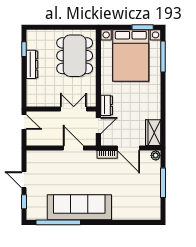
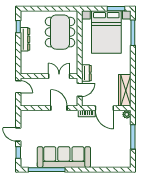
wardrobe: (153, 133) -> (125, 90), width x1.50

